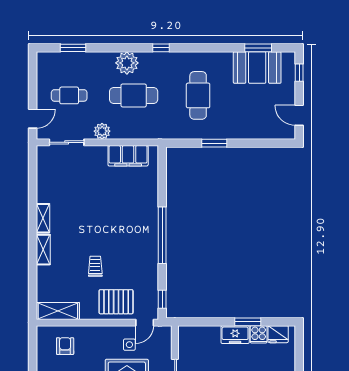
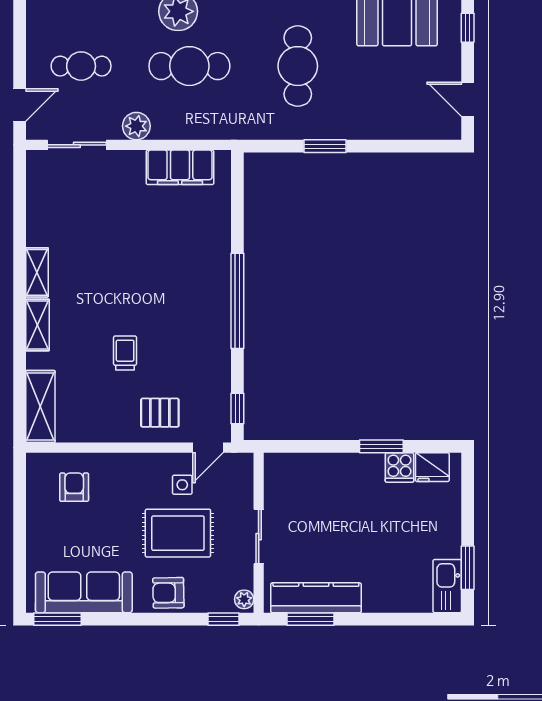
pallet: (116, 302) -> (160, 413), width x0.67, depth x0.71
shelving: (58, 311) -> (40, 406), moved, turned 90
freezer: (235, 335) -> (360, 468), removed

